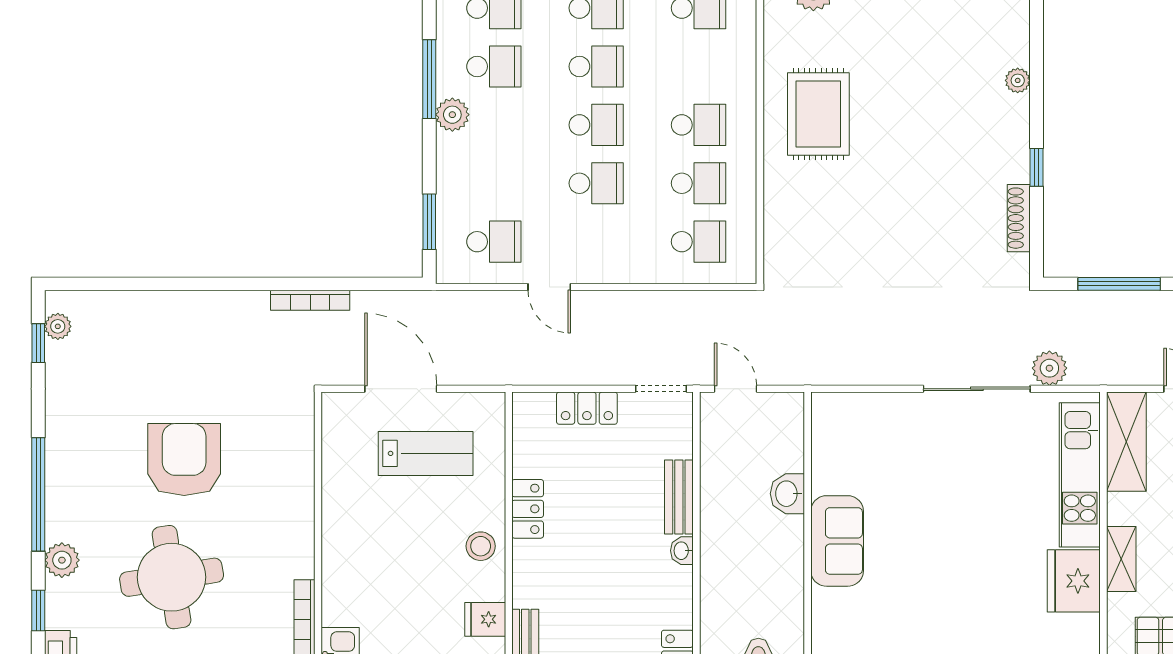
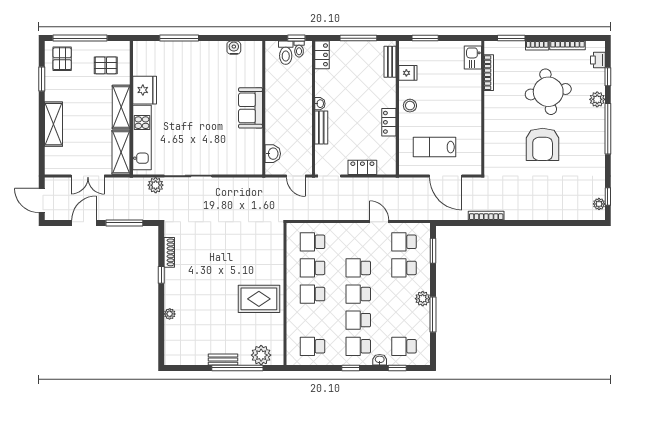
school desk: (494, 66) -> (404, 268), moved
rug: (818, 114) -> (259, 299), turned 90
washbasin: (787, 494) -> (273, 154), moved
shelving: (1121, 559) -> (121, 107), width x1.50, depth x1.33

